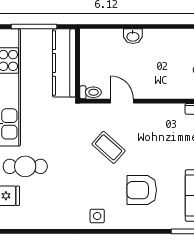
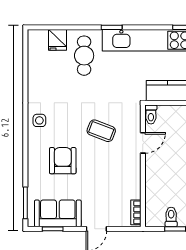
coffee table: (109, 147) -> (101, 131), turned 69

